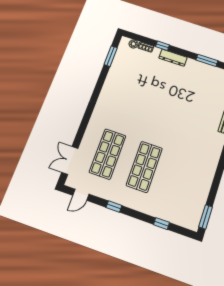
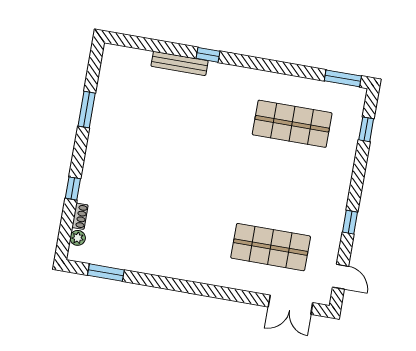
dresser: (173, 58) -> (91, 167), removed
shop shelf: (144, 167) -> (292, 124), moved
window: (161, 224) -> (366, 129), moved

